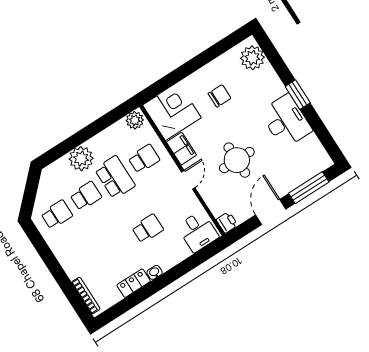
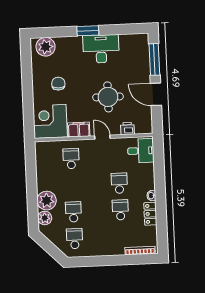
plant: (135, 120) -> (45, 218), moved
school desk: (115, 177) -> (120, 210), moved, width x0.54
printer: (227, 222) -> (127, 129), moved

